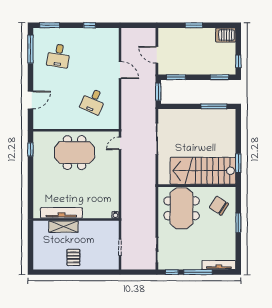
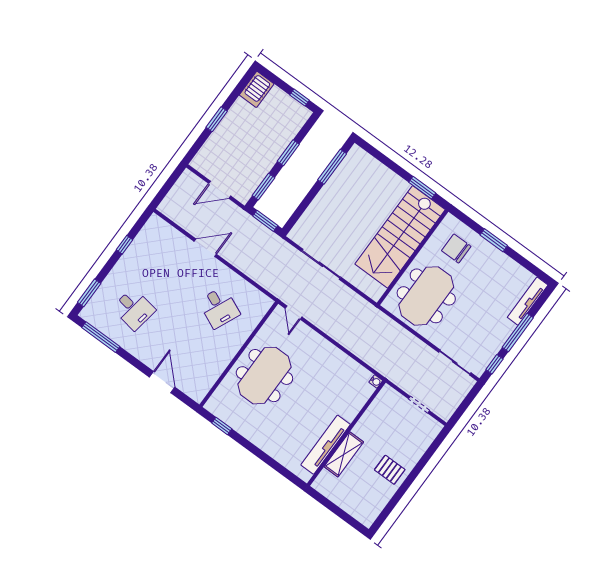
window: (220, 77) -> (288, 153), moved
chair: (219, 206) -> (456, 249), turned 57
meeting table: (182, 208) -> (426, 296), turned 90

